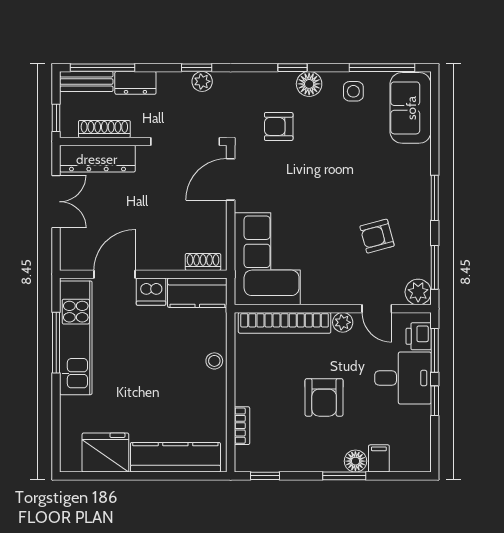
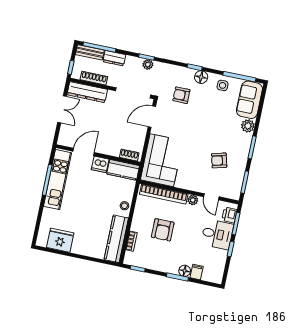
plant: (418, 292) -> (248, 126), moved
armchair: (324, 397) -> (163, 230), moved
kitchen counter: (175, 457) -> (116, 239), moved, turned -90

